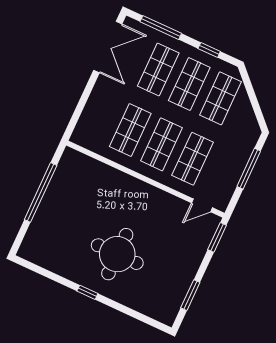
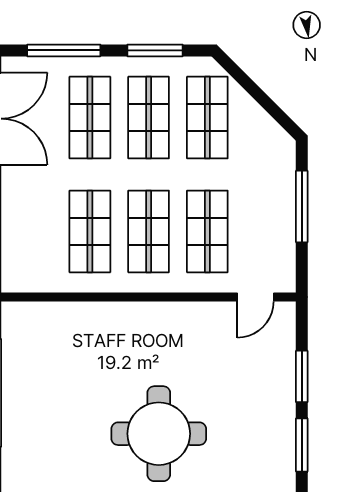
window: (209, 50) -> (155, 50), width x1.50
window: (217, 237) -> (302, 376), moved

